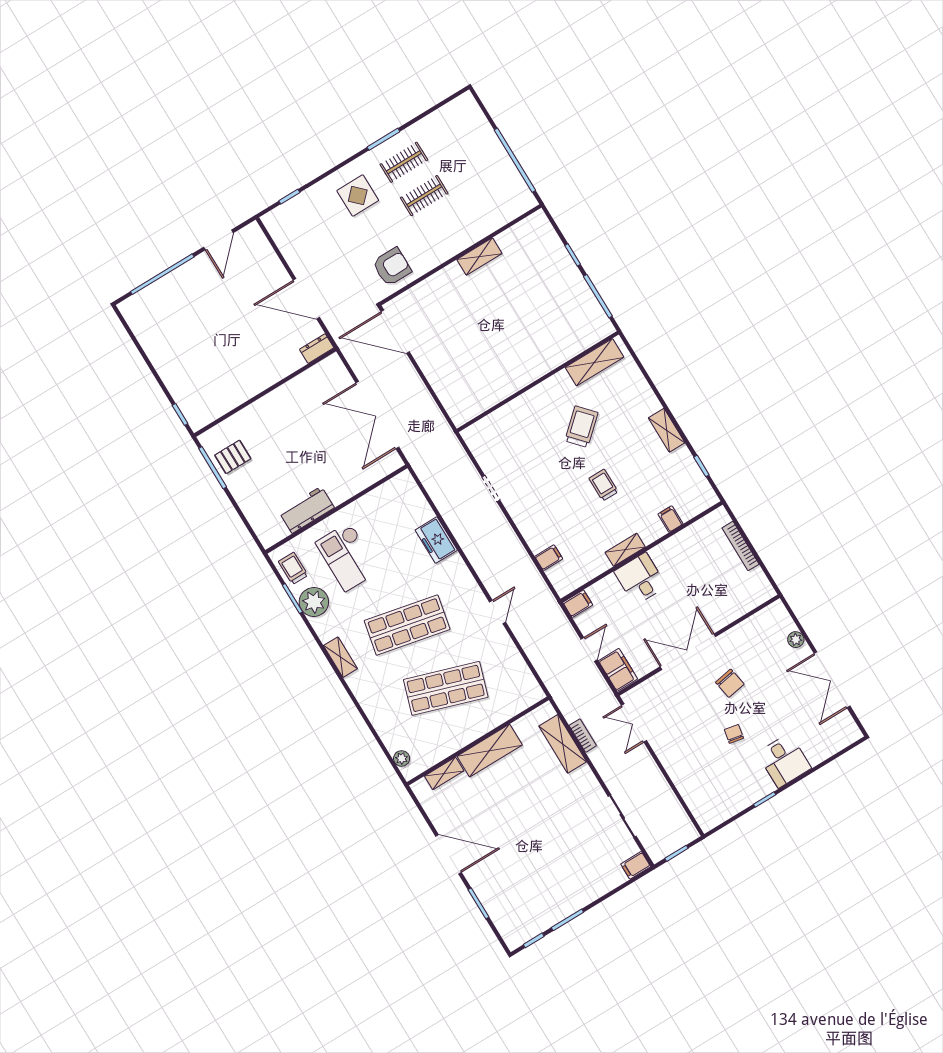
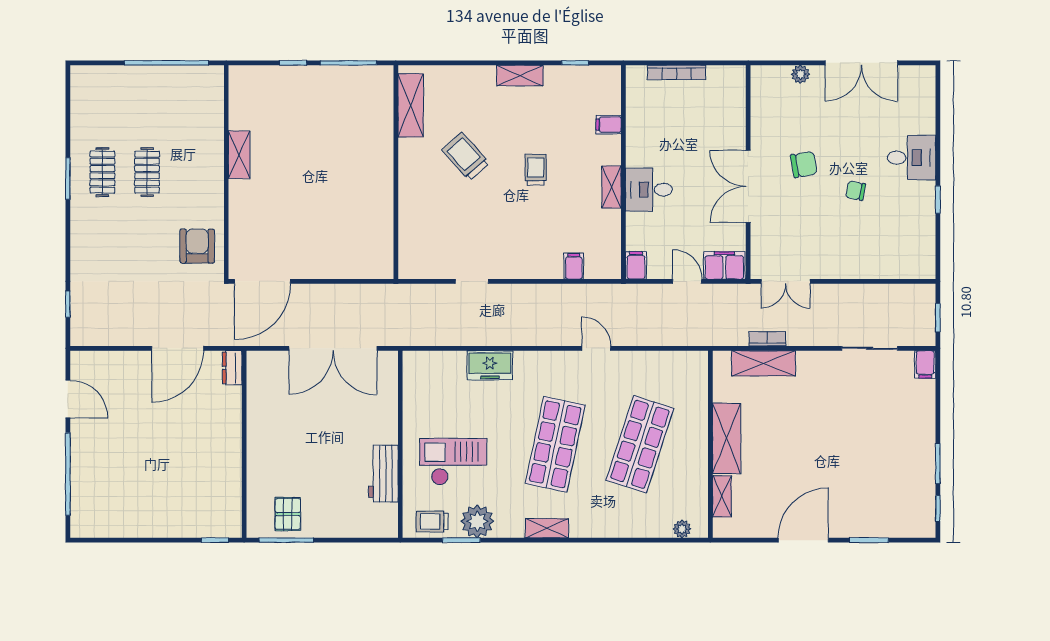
display table: (358, 196) -> (107, 237), removed
trolley: (604, 485) -> (536, 170), turned 90
checkout: (348, 557) -> (453, 462), turned 180

